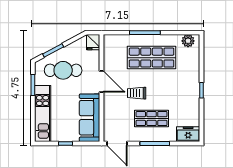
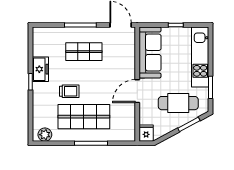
door: (102, 82) -> (137, 91), hinge flipped
trolley: (137, 93) -> (69, 91), moved
freezer: (188, 134) -> (40, 69), moved, turned -90

